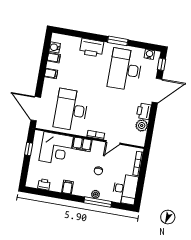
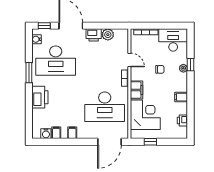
window: (98, 202) -> (191, 65), width x0.46

